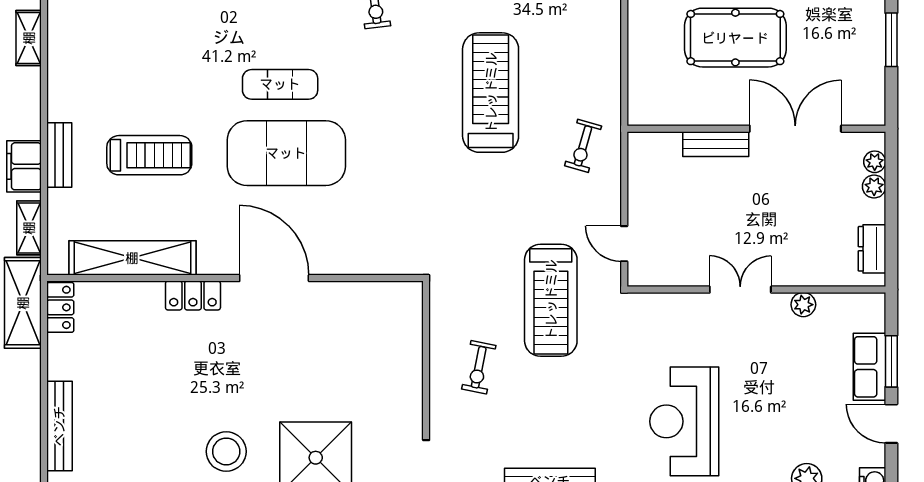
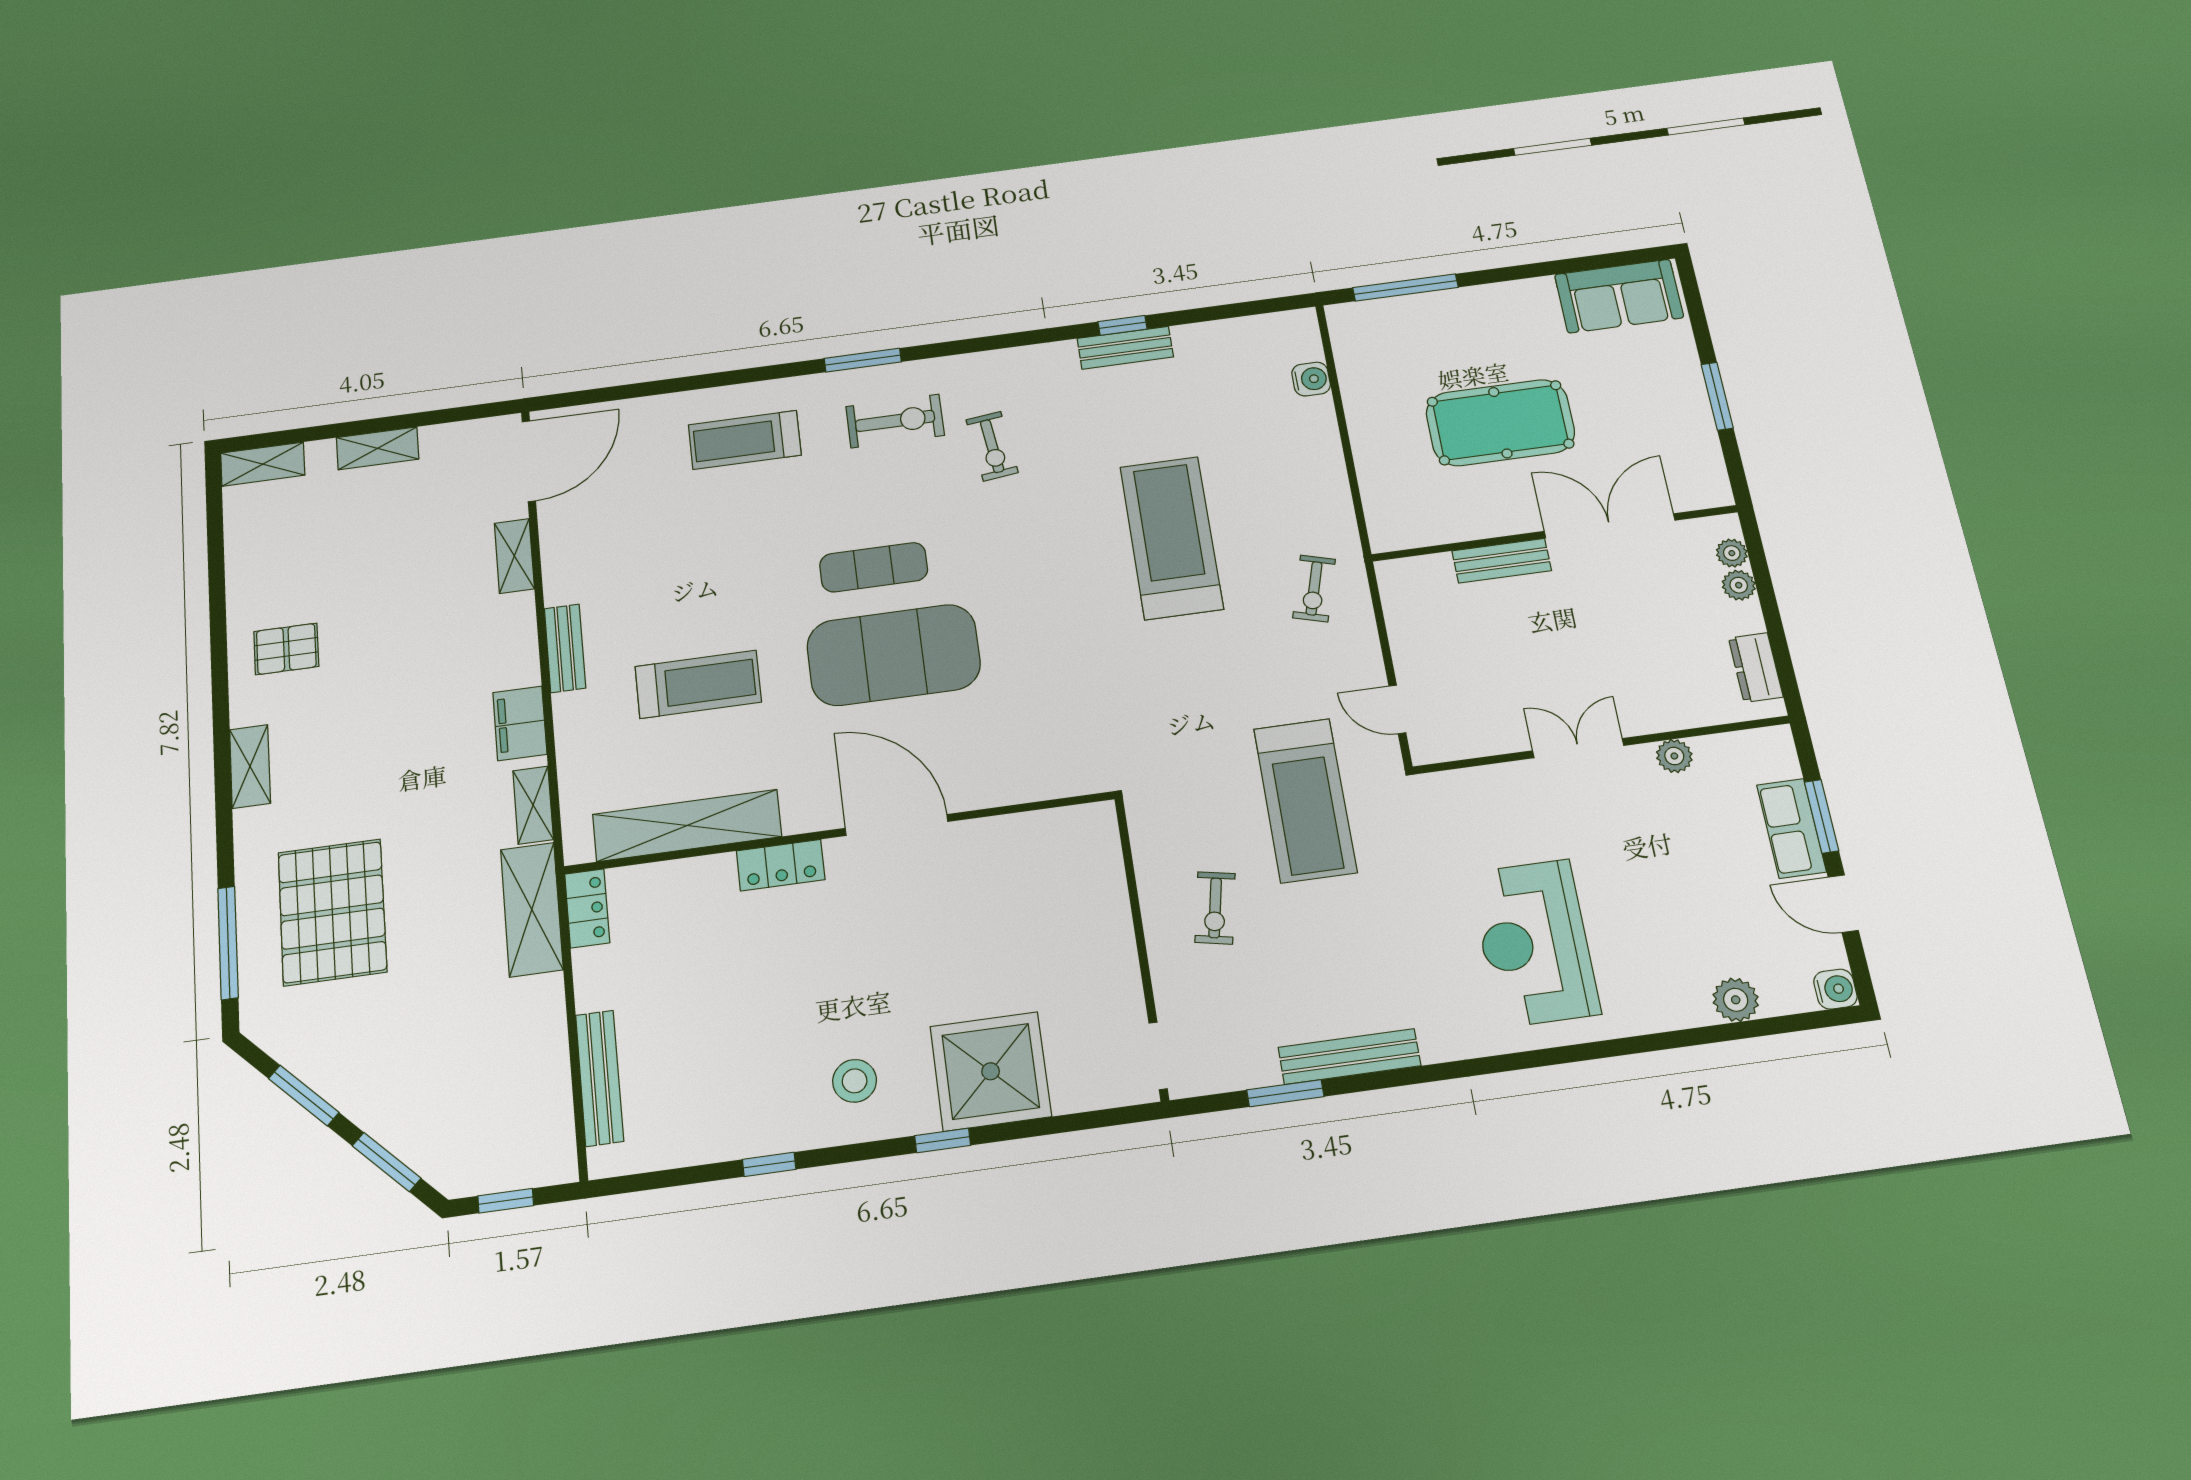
bench: (59, 155) -> (565, 648), moved
stool: (226, 451) -> (855, 1081), width x0.73, depth x0.73

